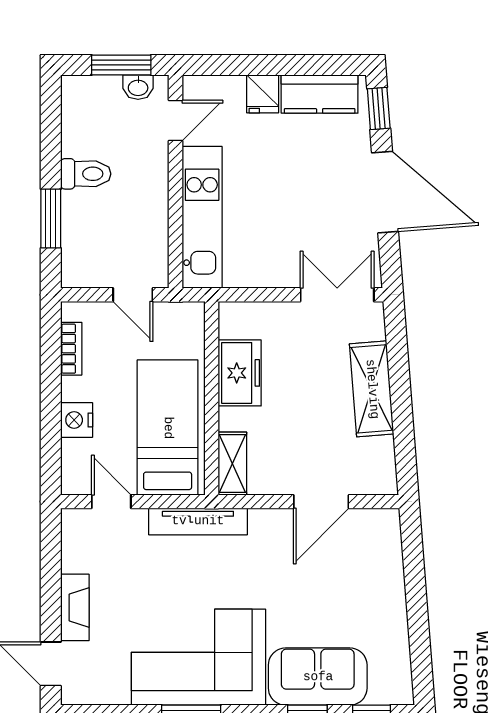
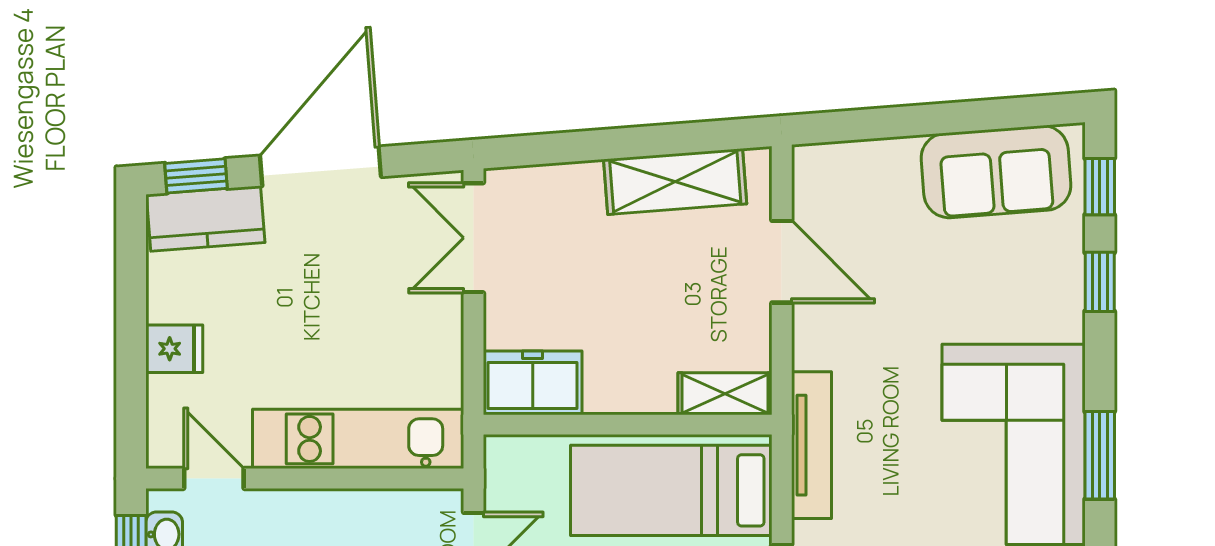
kitchen counter: (320, 94) -> (206, 218), moved, turned 86
freezer: (240, 373) -> (533, 383), moved
shelving: (372, 389) -> (675, 182), moved
sofa: (318, 677) -> (996, 172), moved, turned -94

